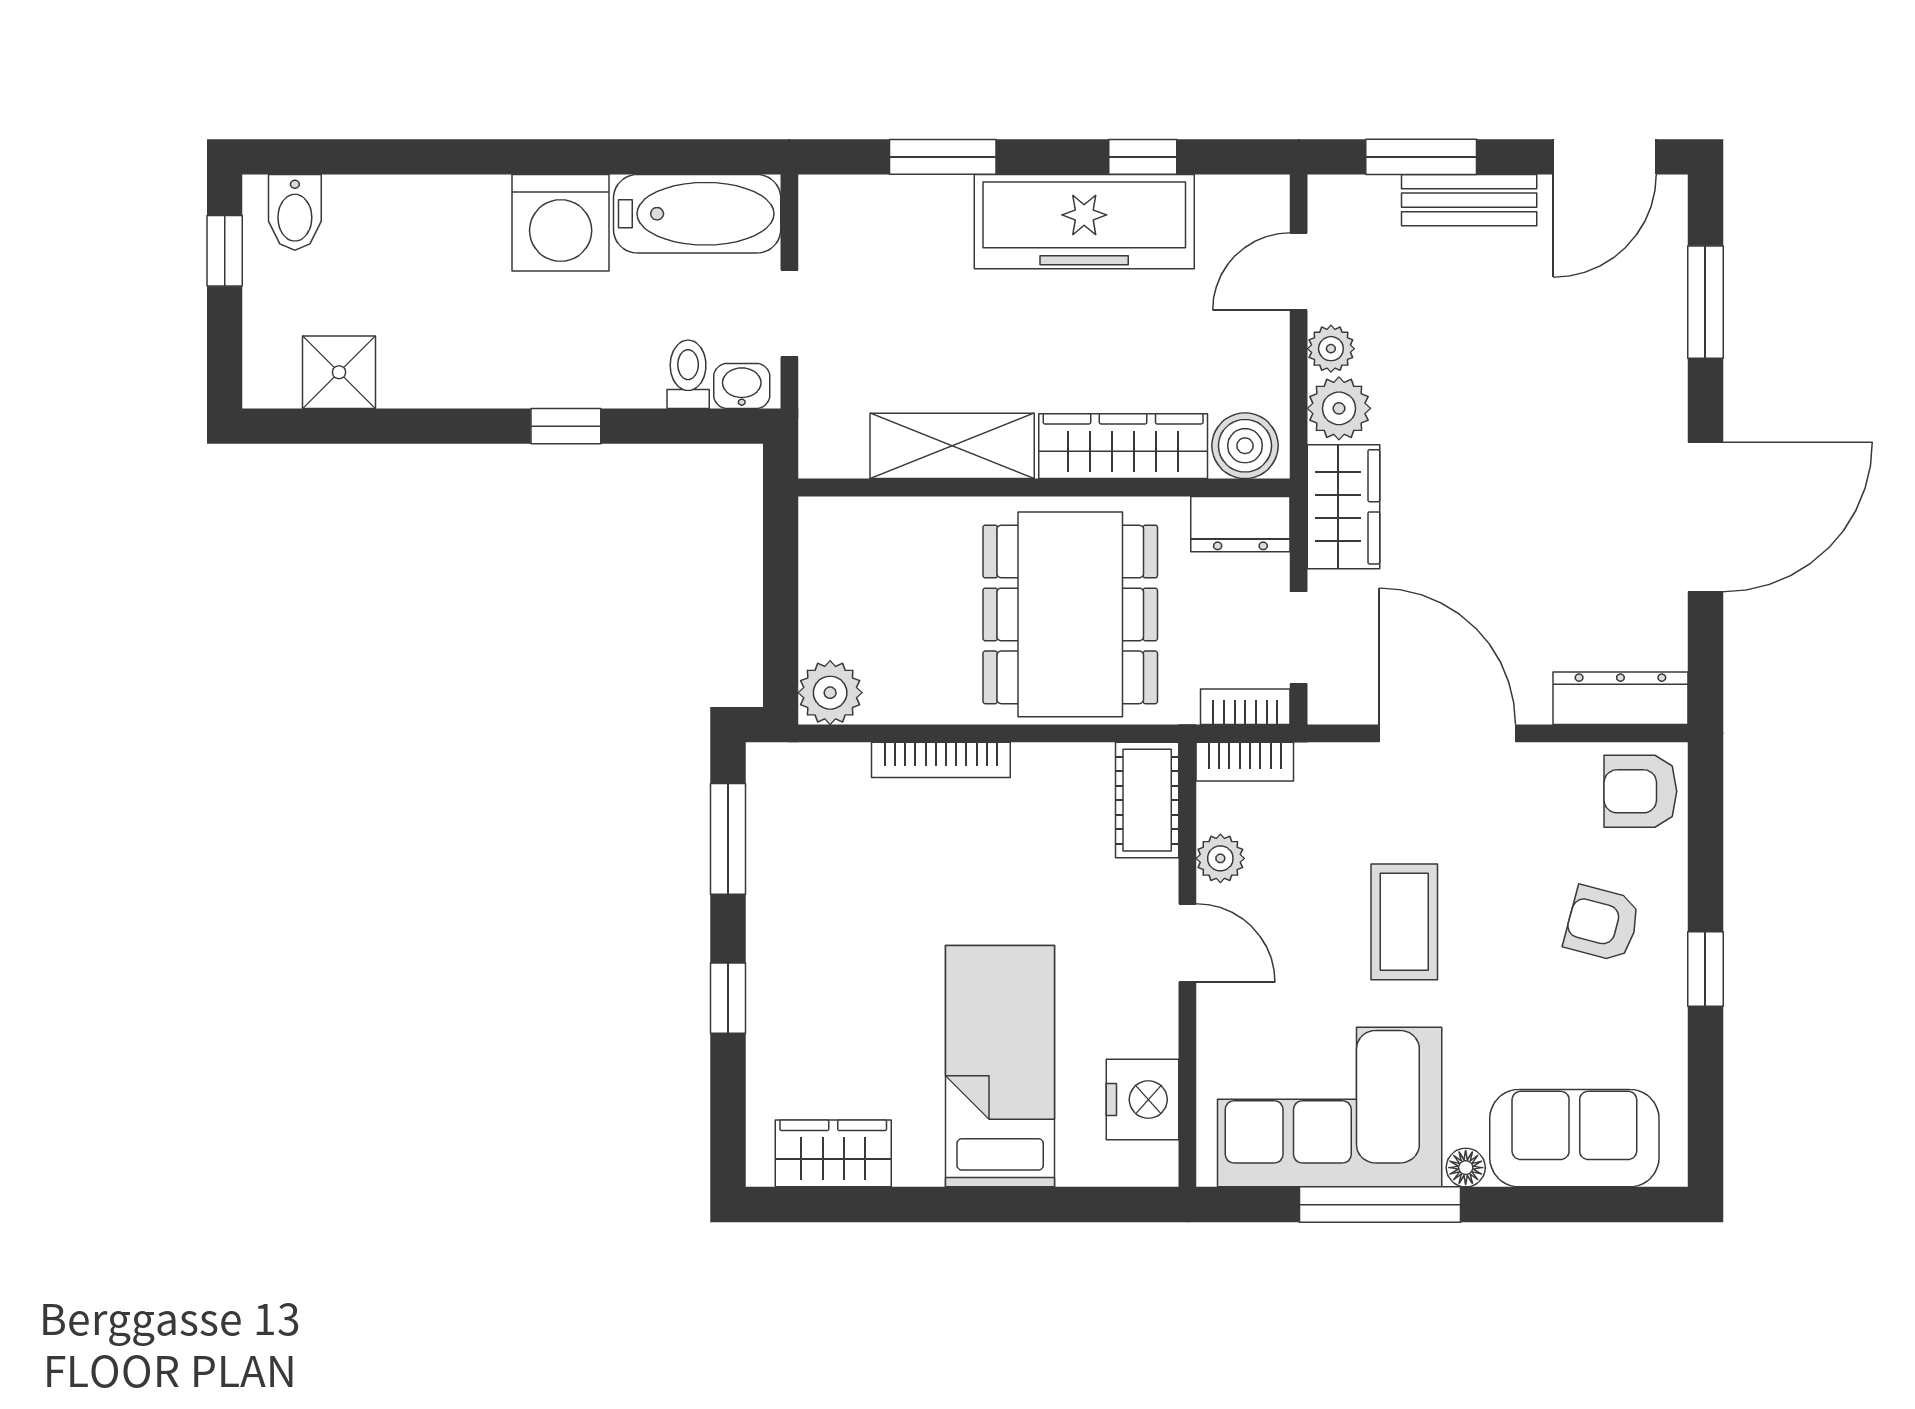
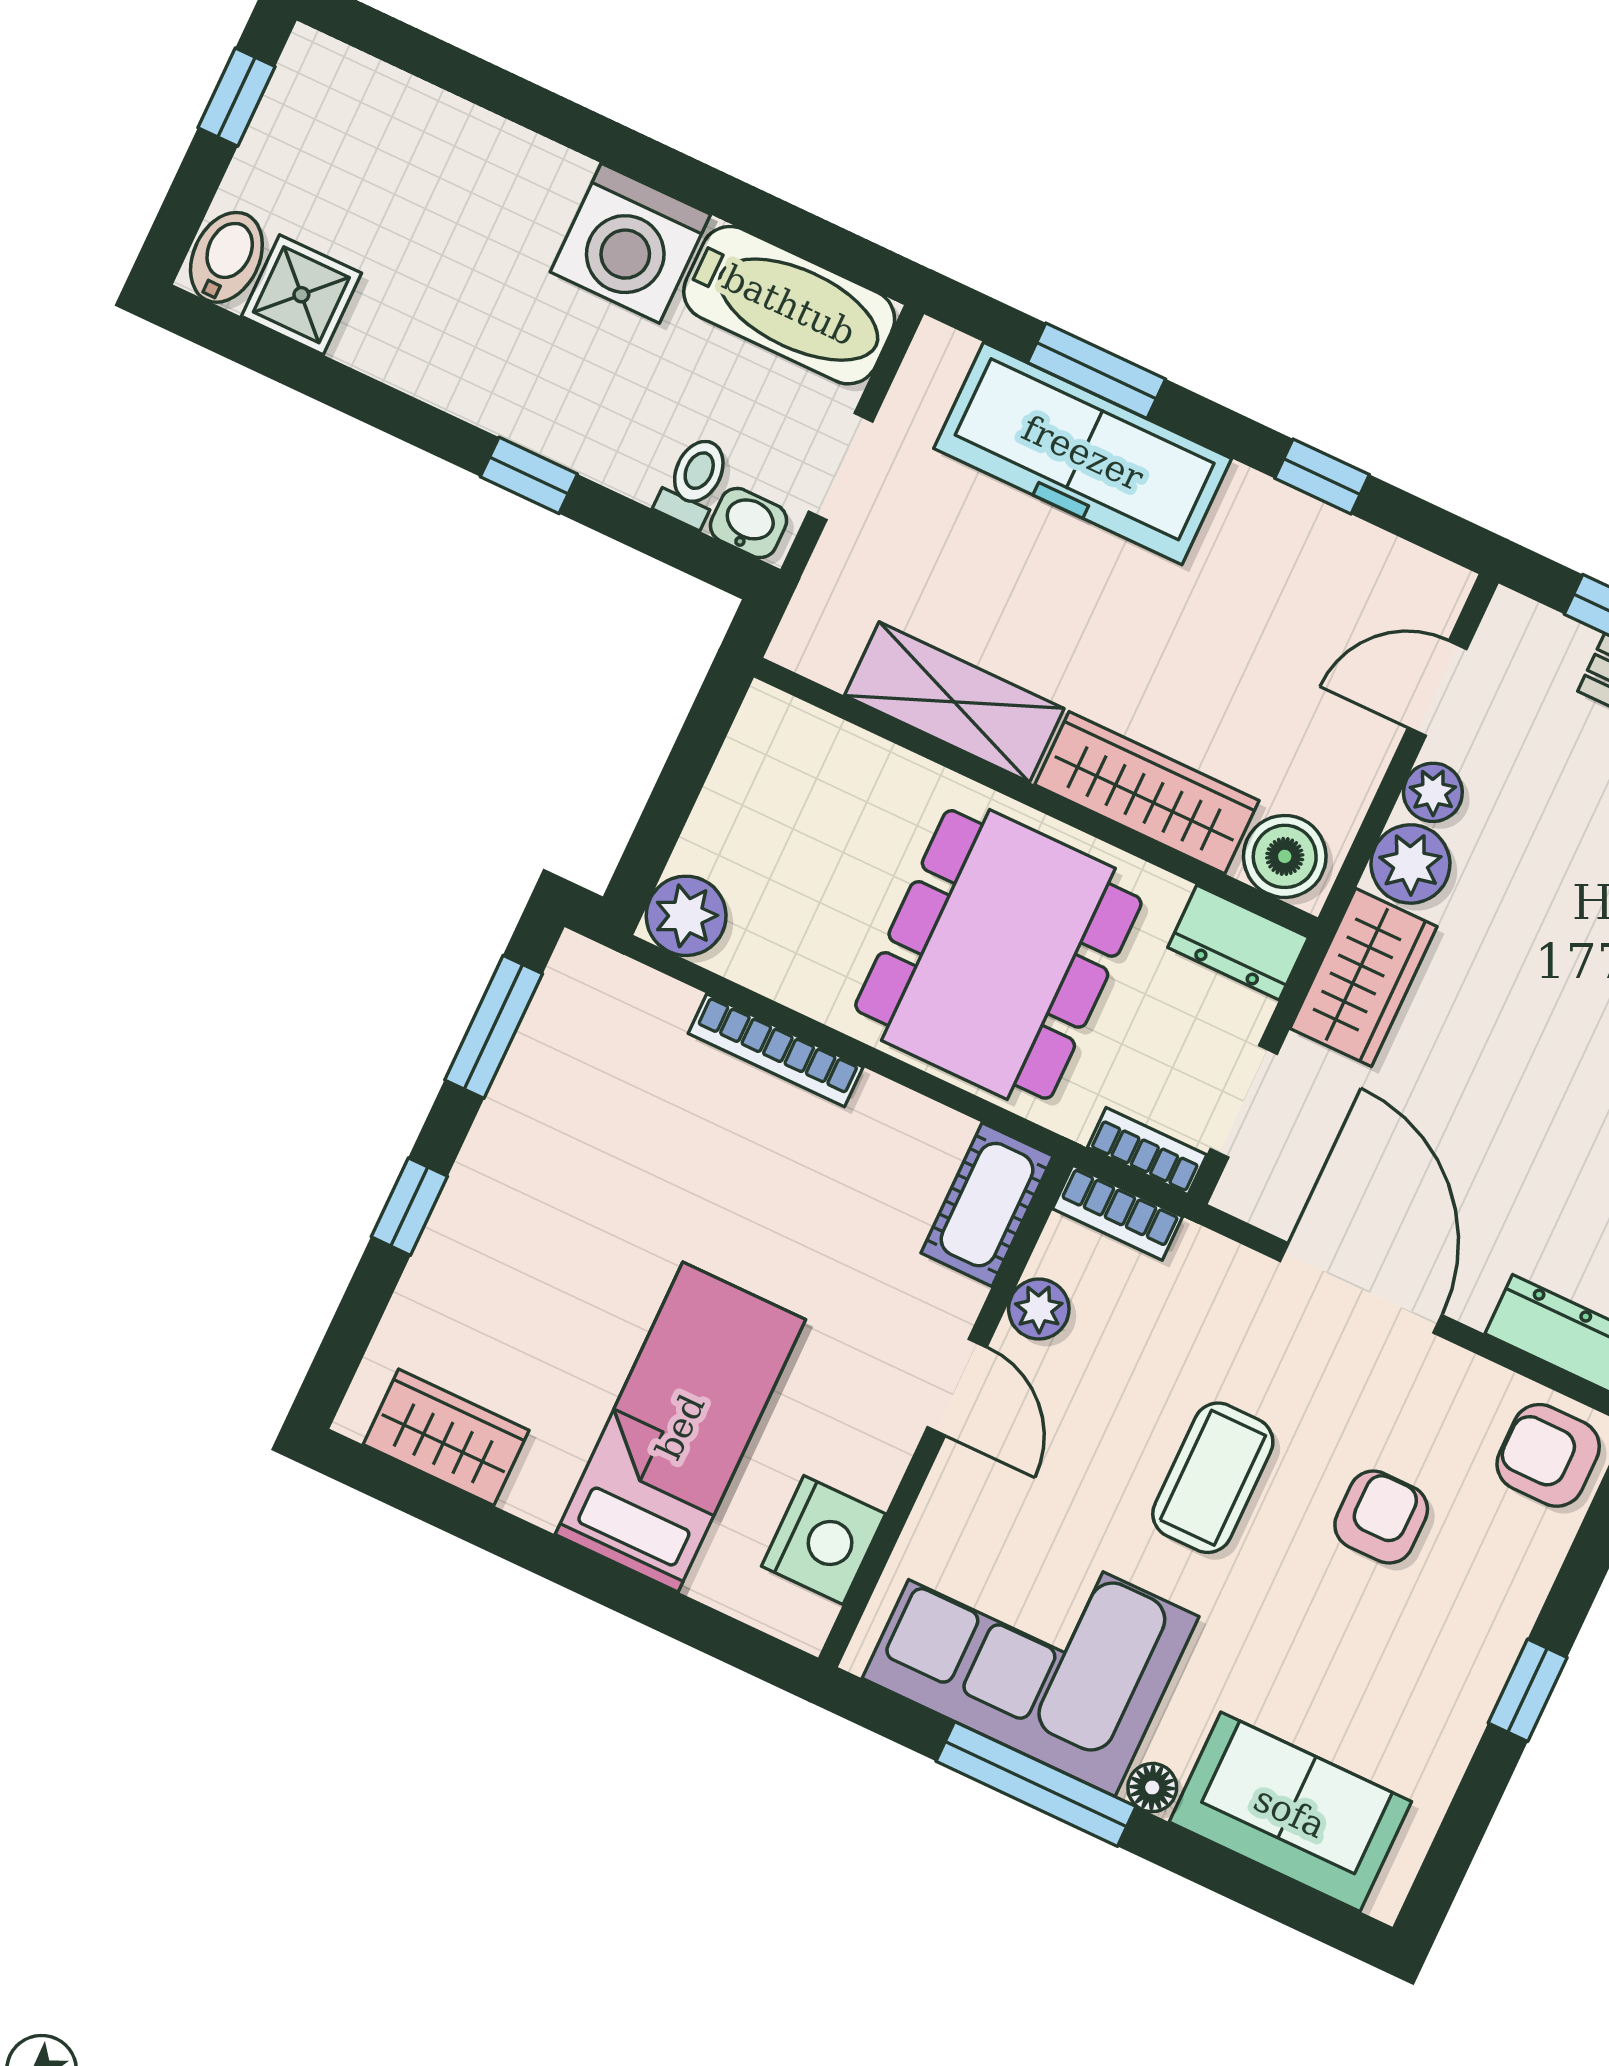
bidet: (295, 212) -> (226, 257), moved, turned 180
freezer: (1084, 222) -> (1083, 453), moved
armchair: (1602, 924) -> (1381, 1517), moved, turned 75

